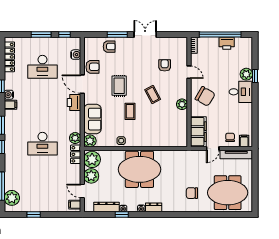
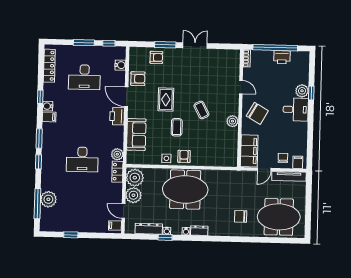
armchair: (165, 65) -> (184, 156), moved
plant: (90, 141) -> (133, 158), removed
plant: (12, 198) -> (48, 199), moved

